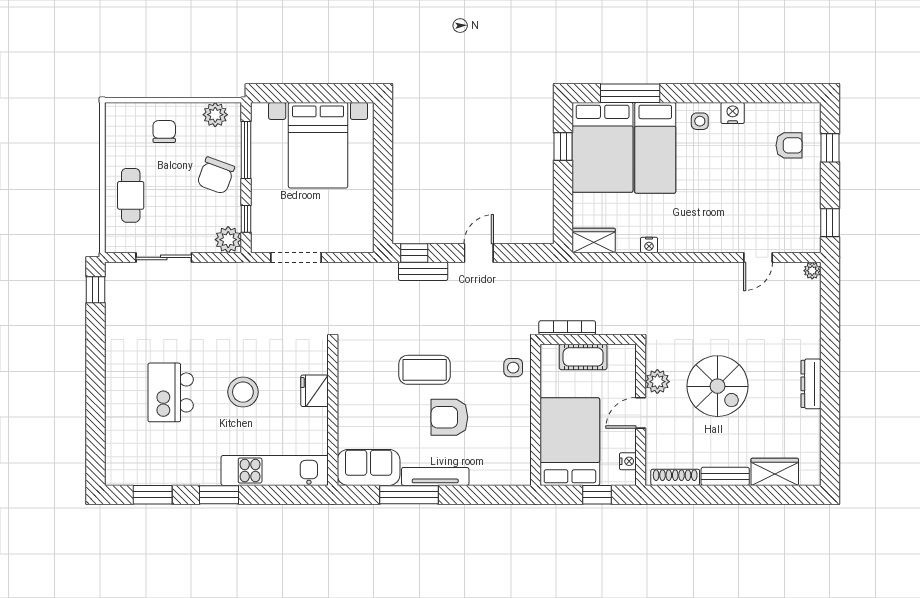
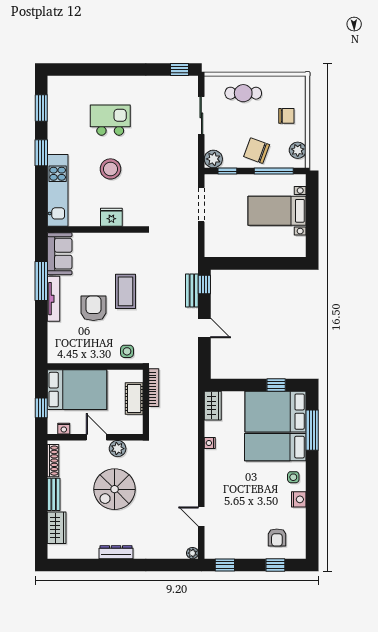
bed with nightstands: (318, 145) -> (277, 211), width x0.73

